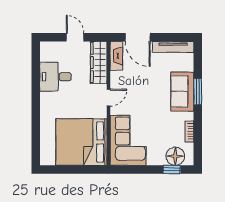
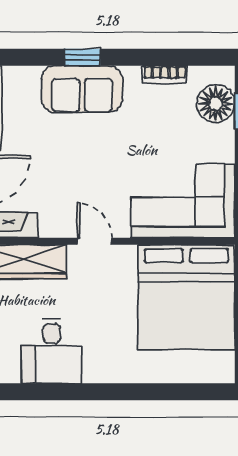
window: (198, 92) -> (82, 57), width x0.67

